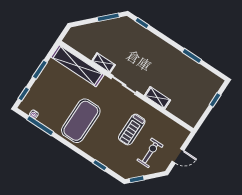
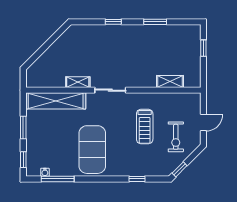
window: (108, 17) -> (54, 37), removed
window: (142, 23) -> (113, 22), moved
shelving: (157, 98) -> (170, 81), moved
exercise bike: (150, 153) -> (176, 137), turned 180

